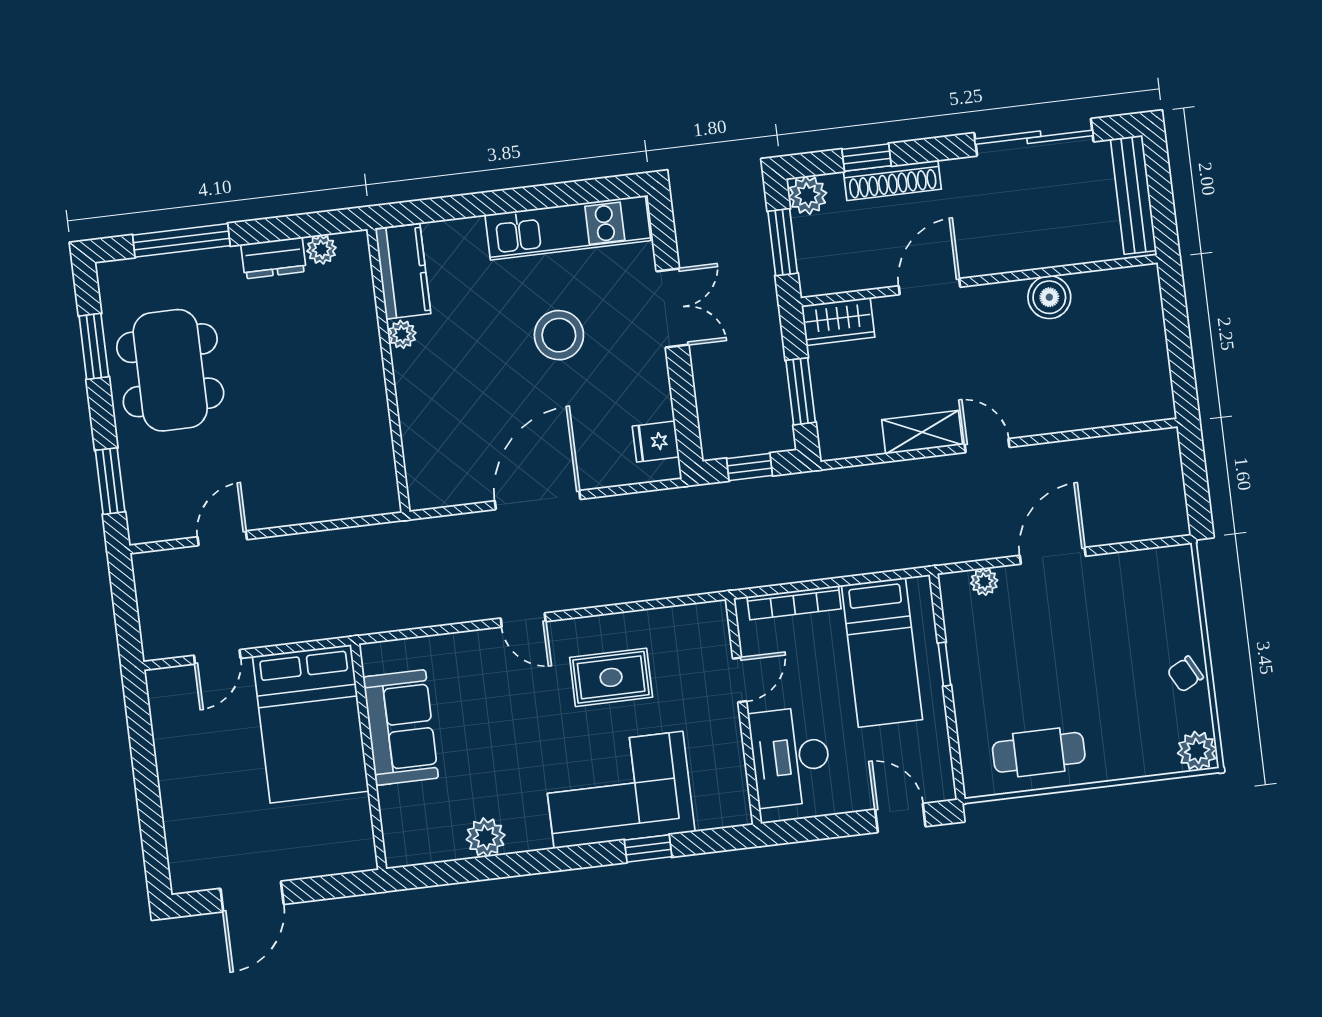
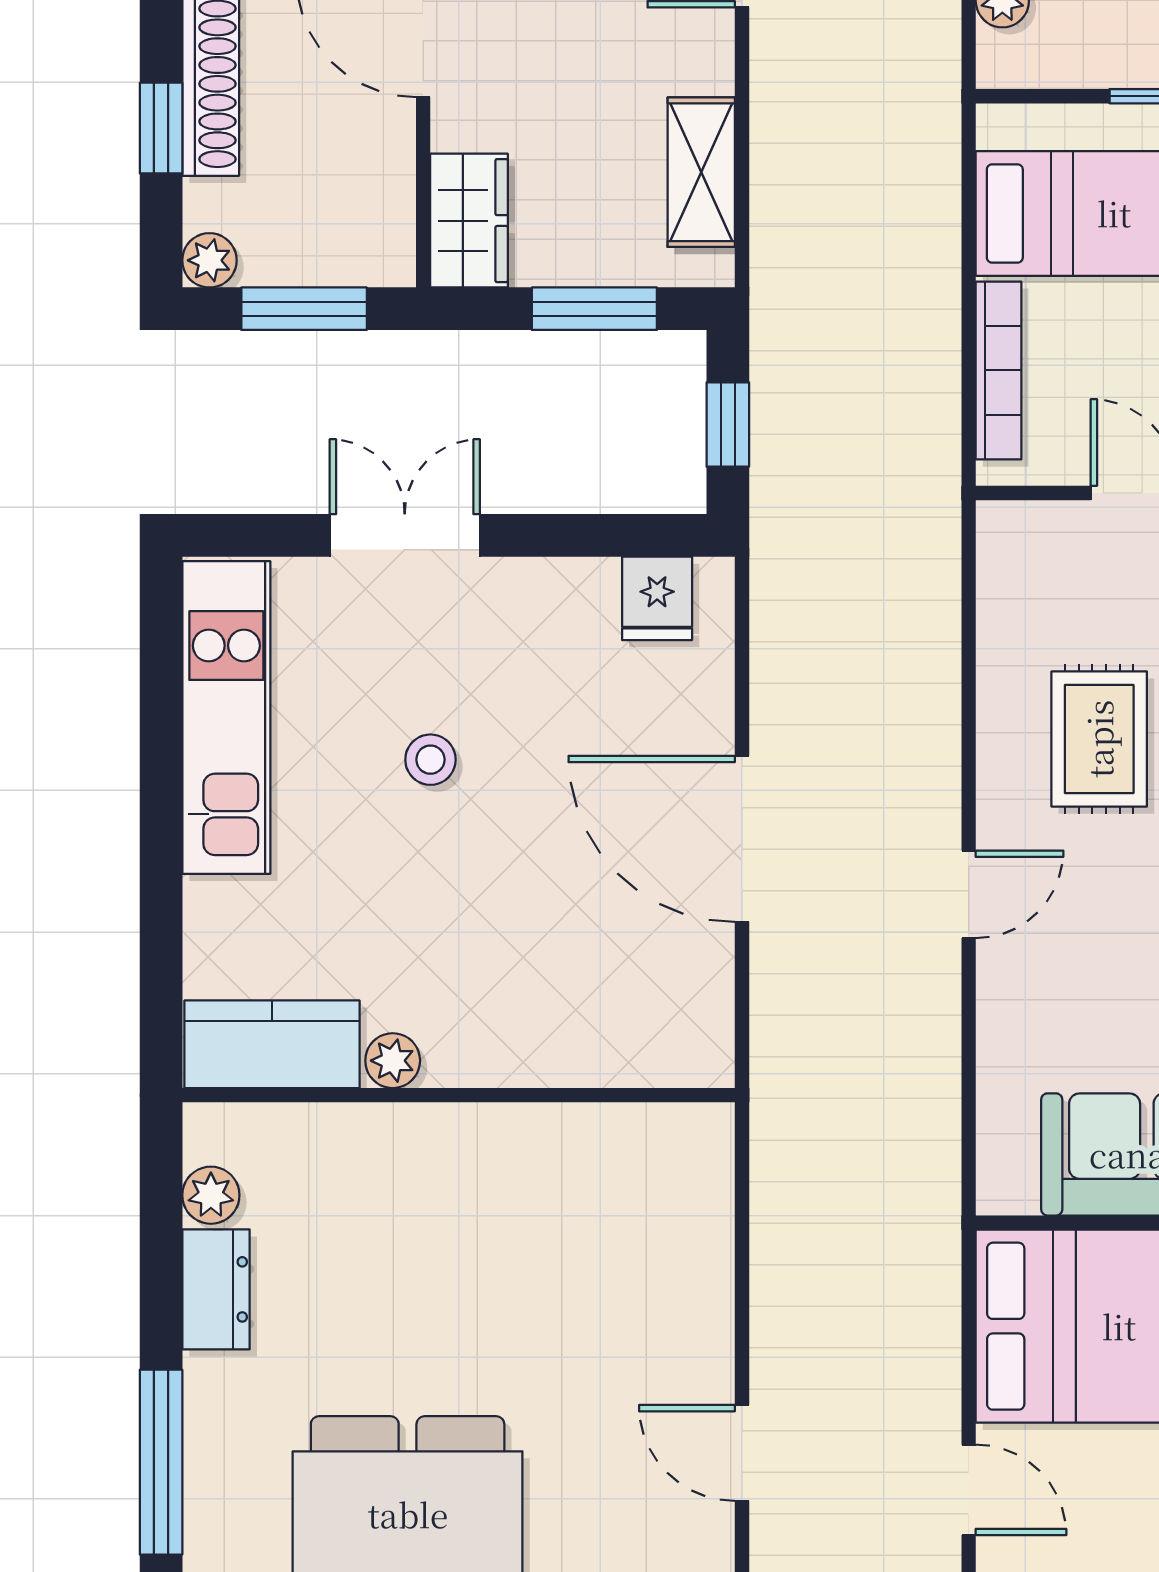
plant: (807, 195) -> (209, 260), width x0.73, depth x0.73
stool: (559, 335) -> (430, 760), width x0.53, depth x0.53
shelving: (922, 432) -> (701, 172), moved

